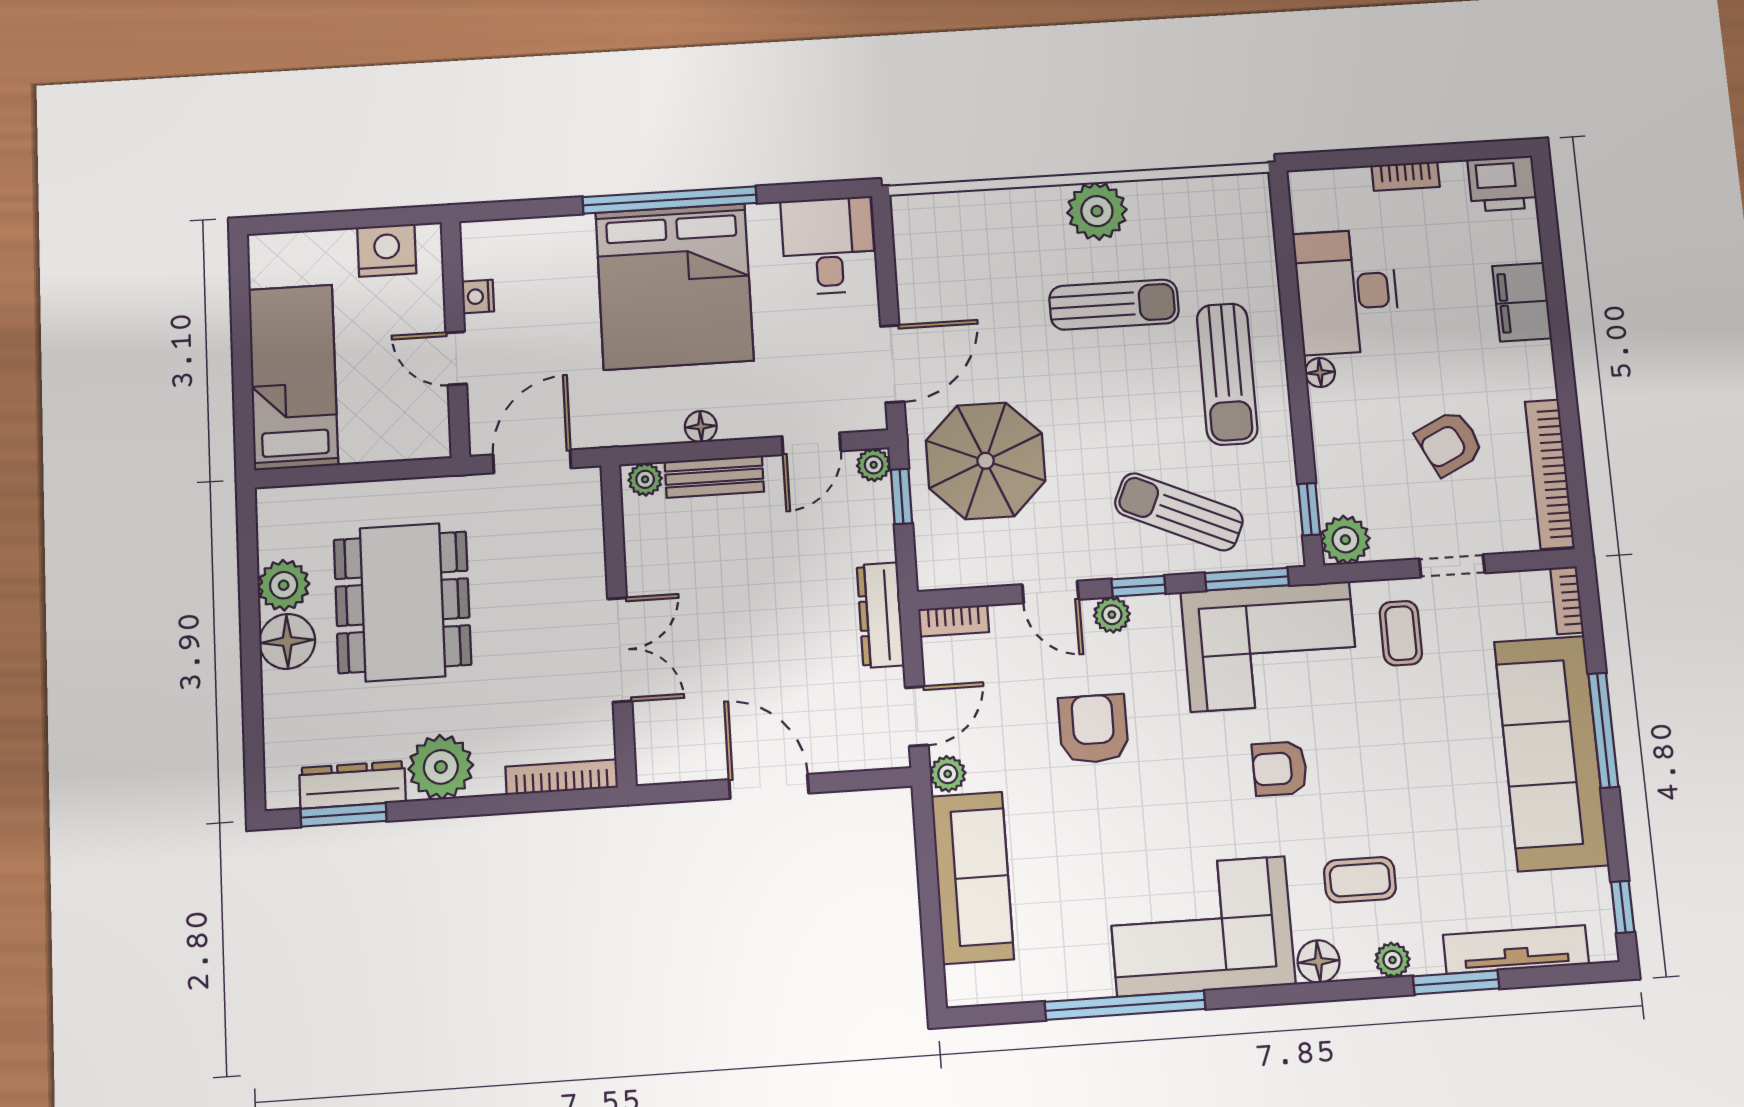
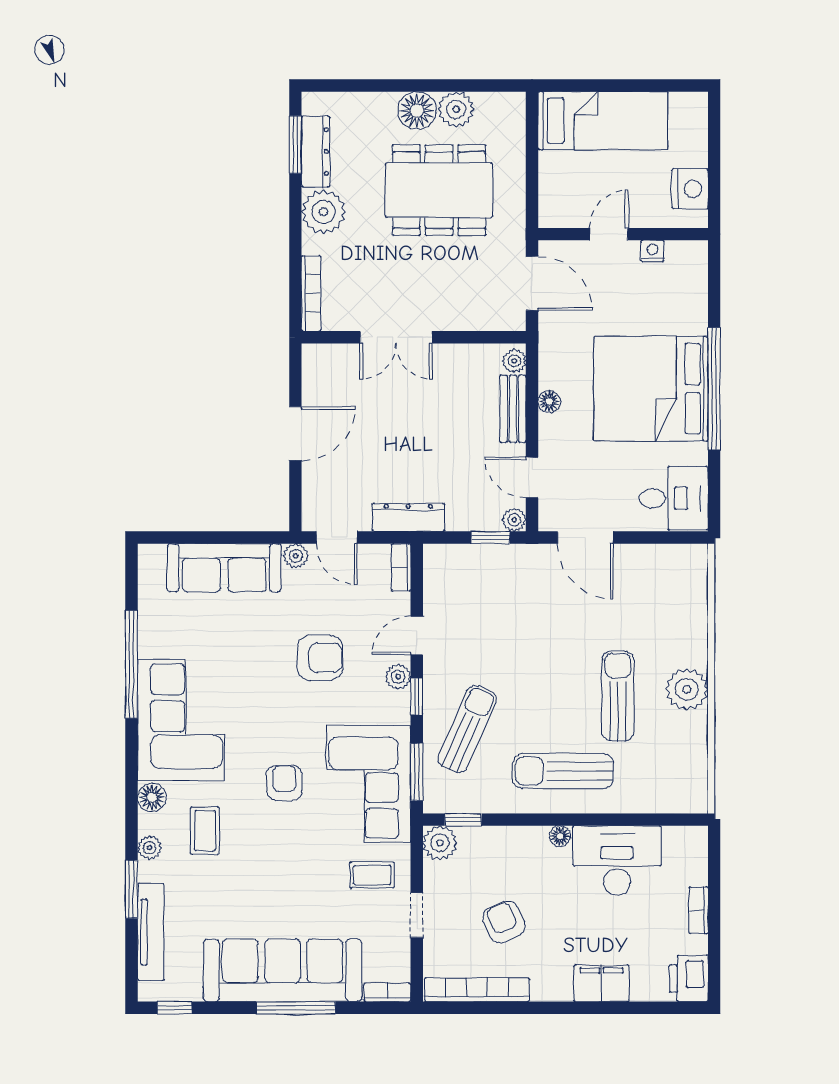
sun lounger: (1114, 305) -> (618, 696), turned 180
parasol: (986, 461) -> (512, 598), removed

